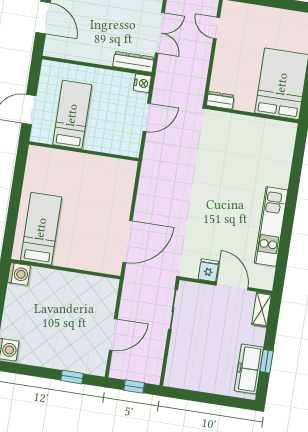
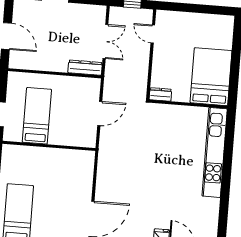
nightstand: (142, 83) -> (94, 85), removed
kitchen unit: (271, 226) -> (215, 152), moved, width x1.36

